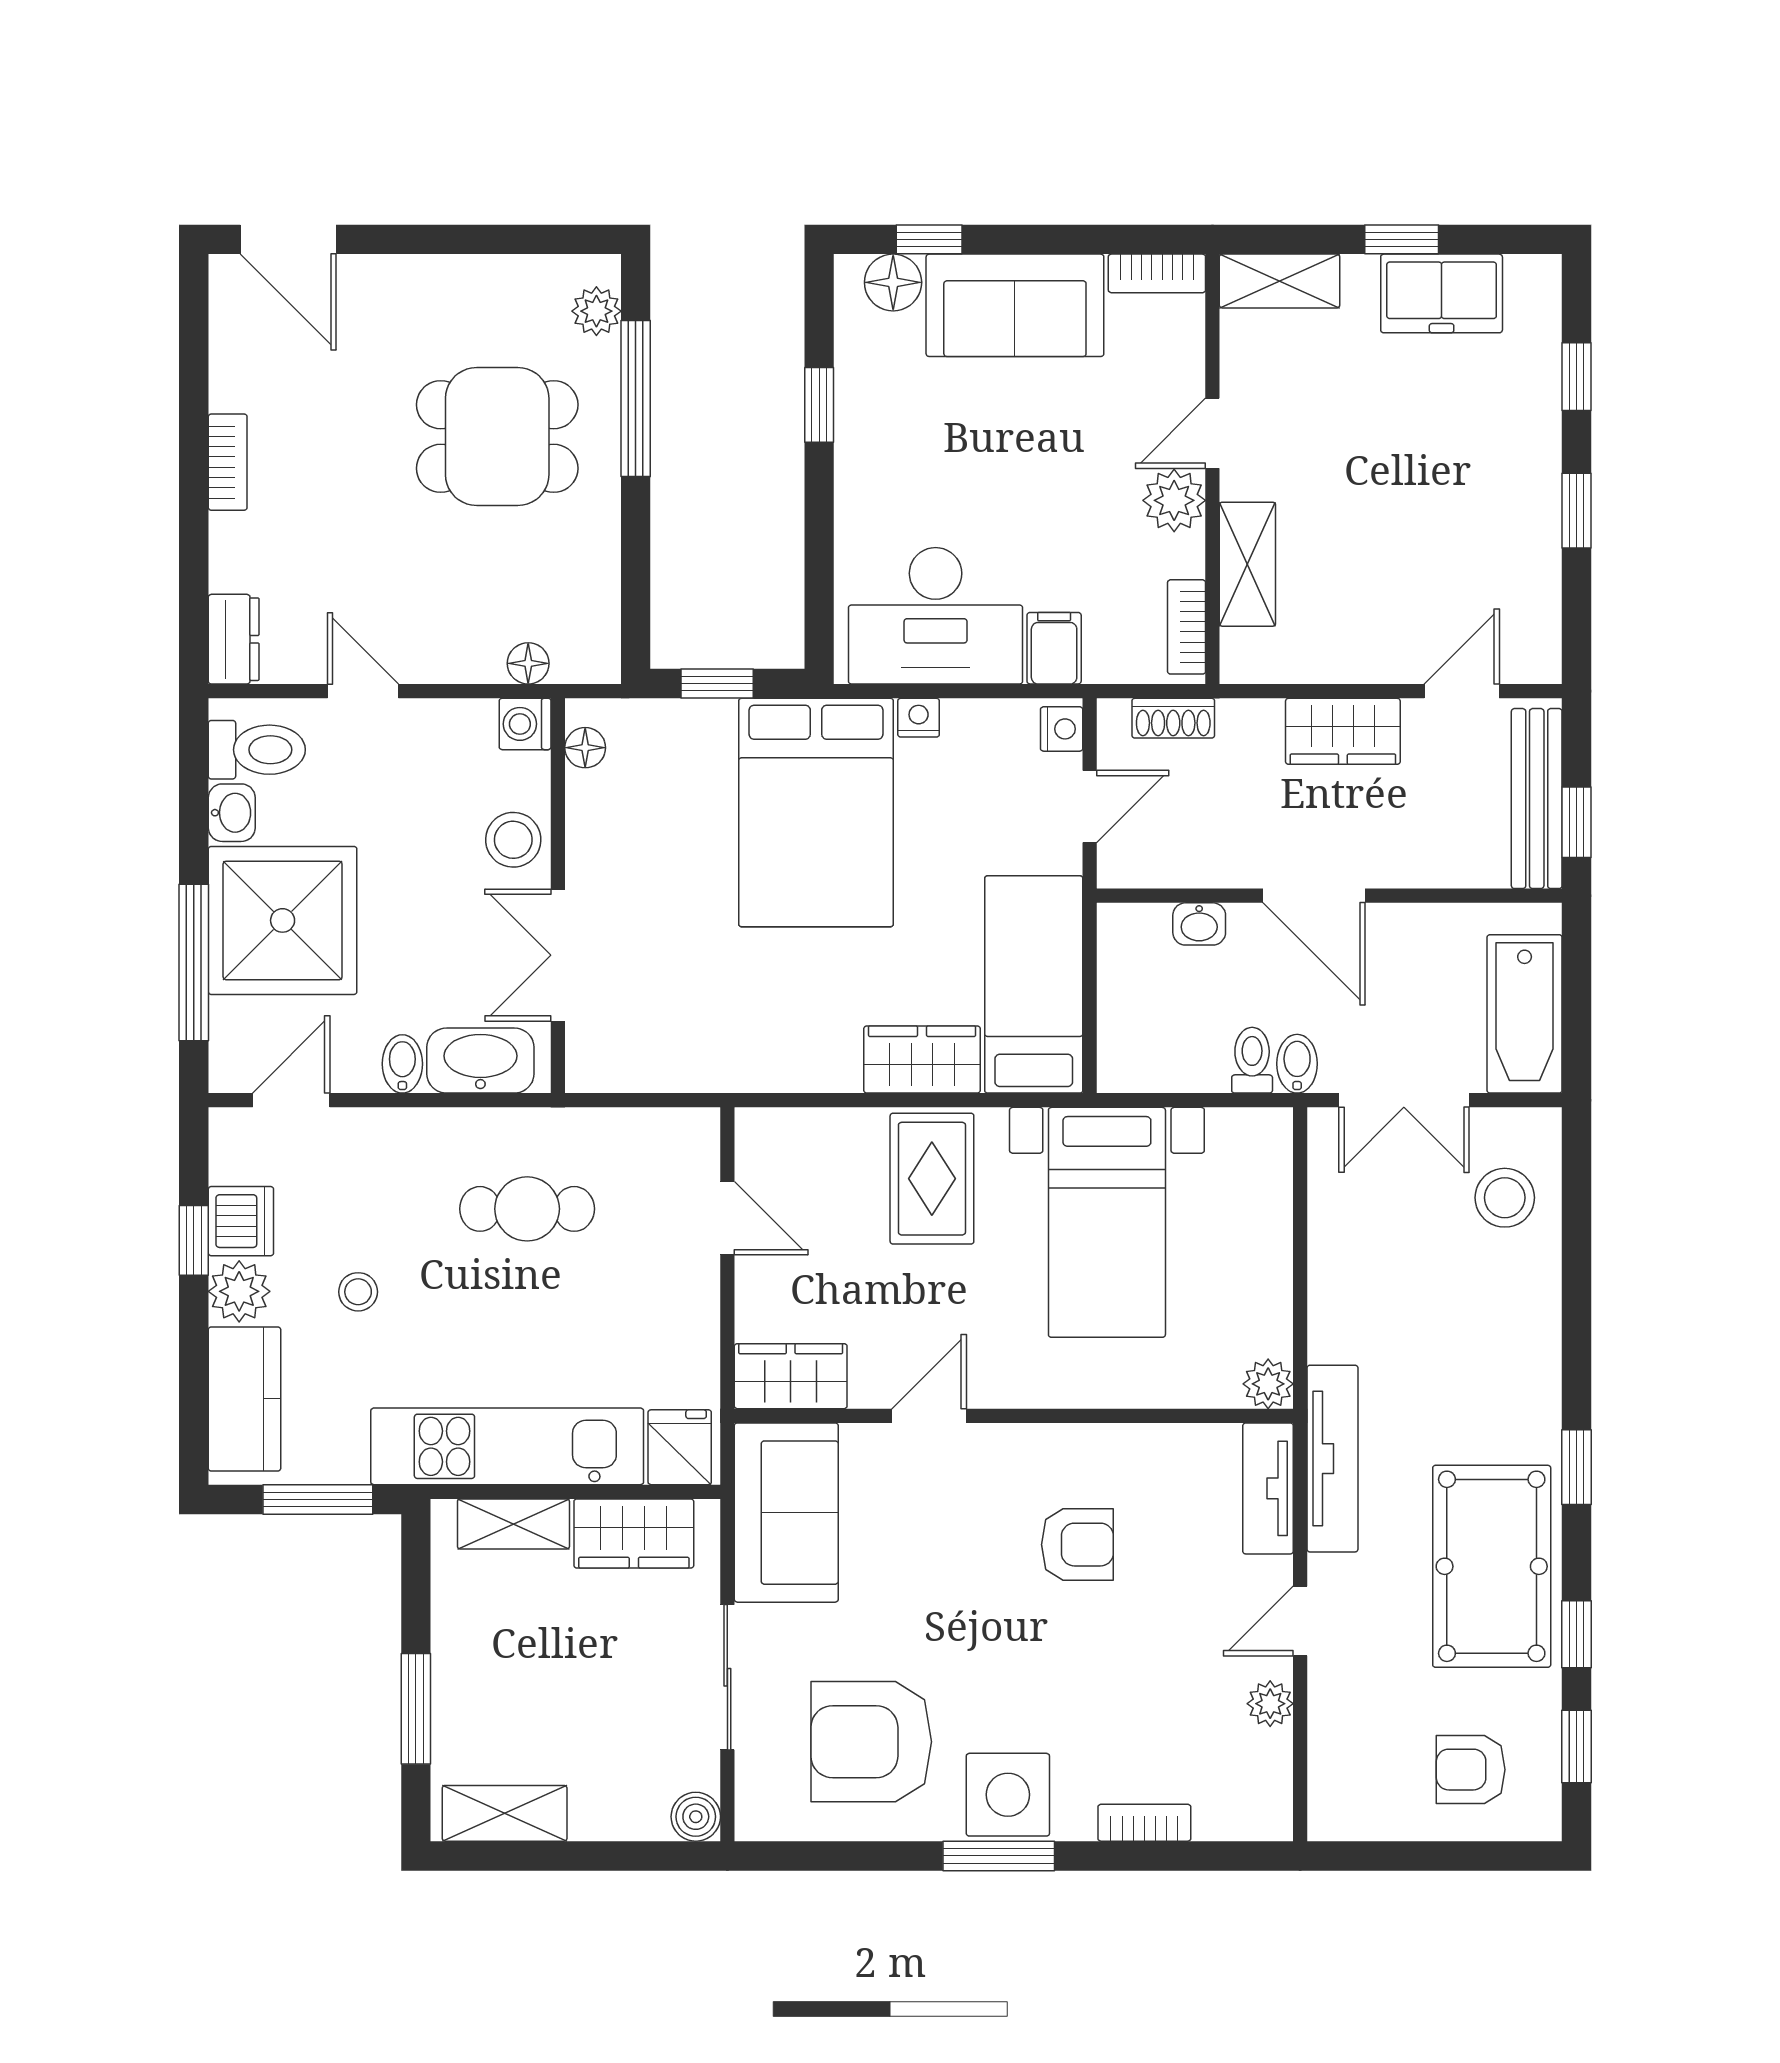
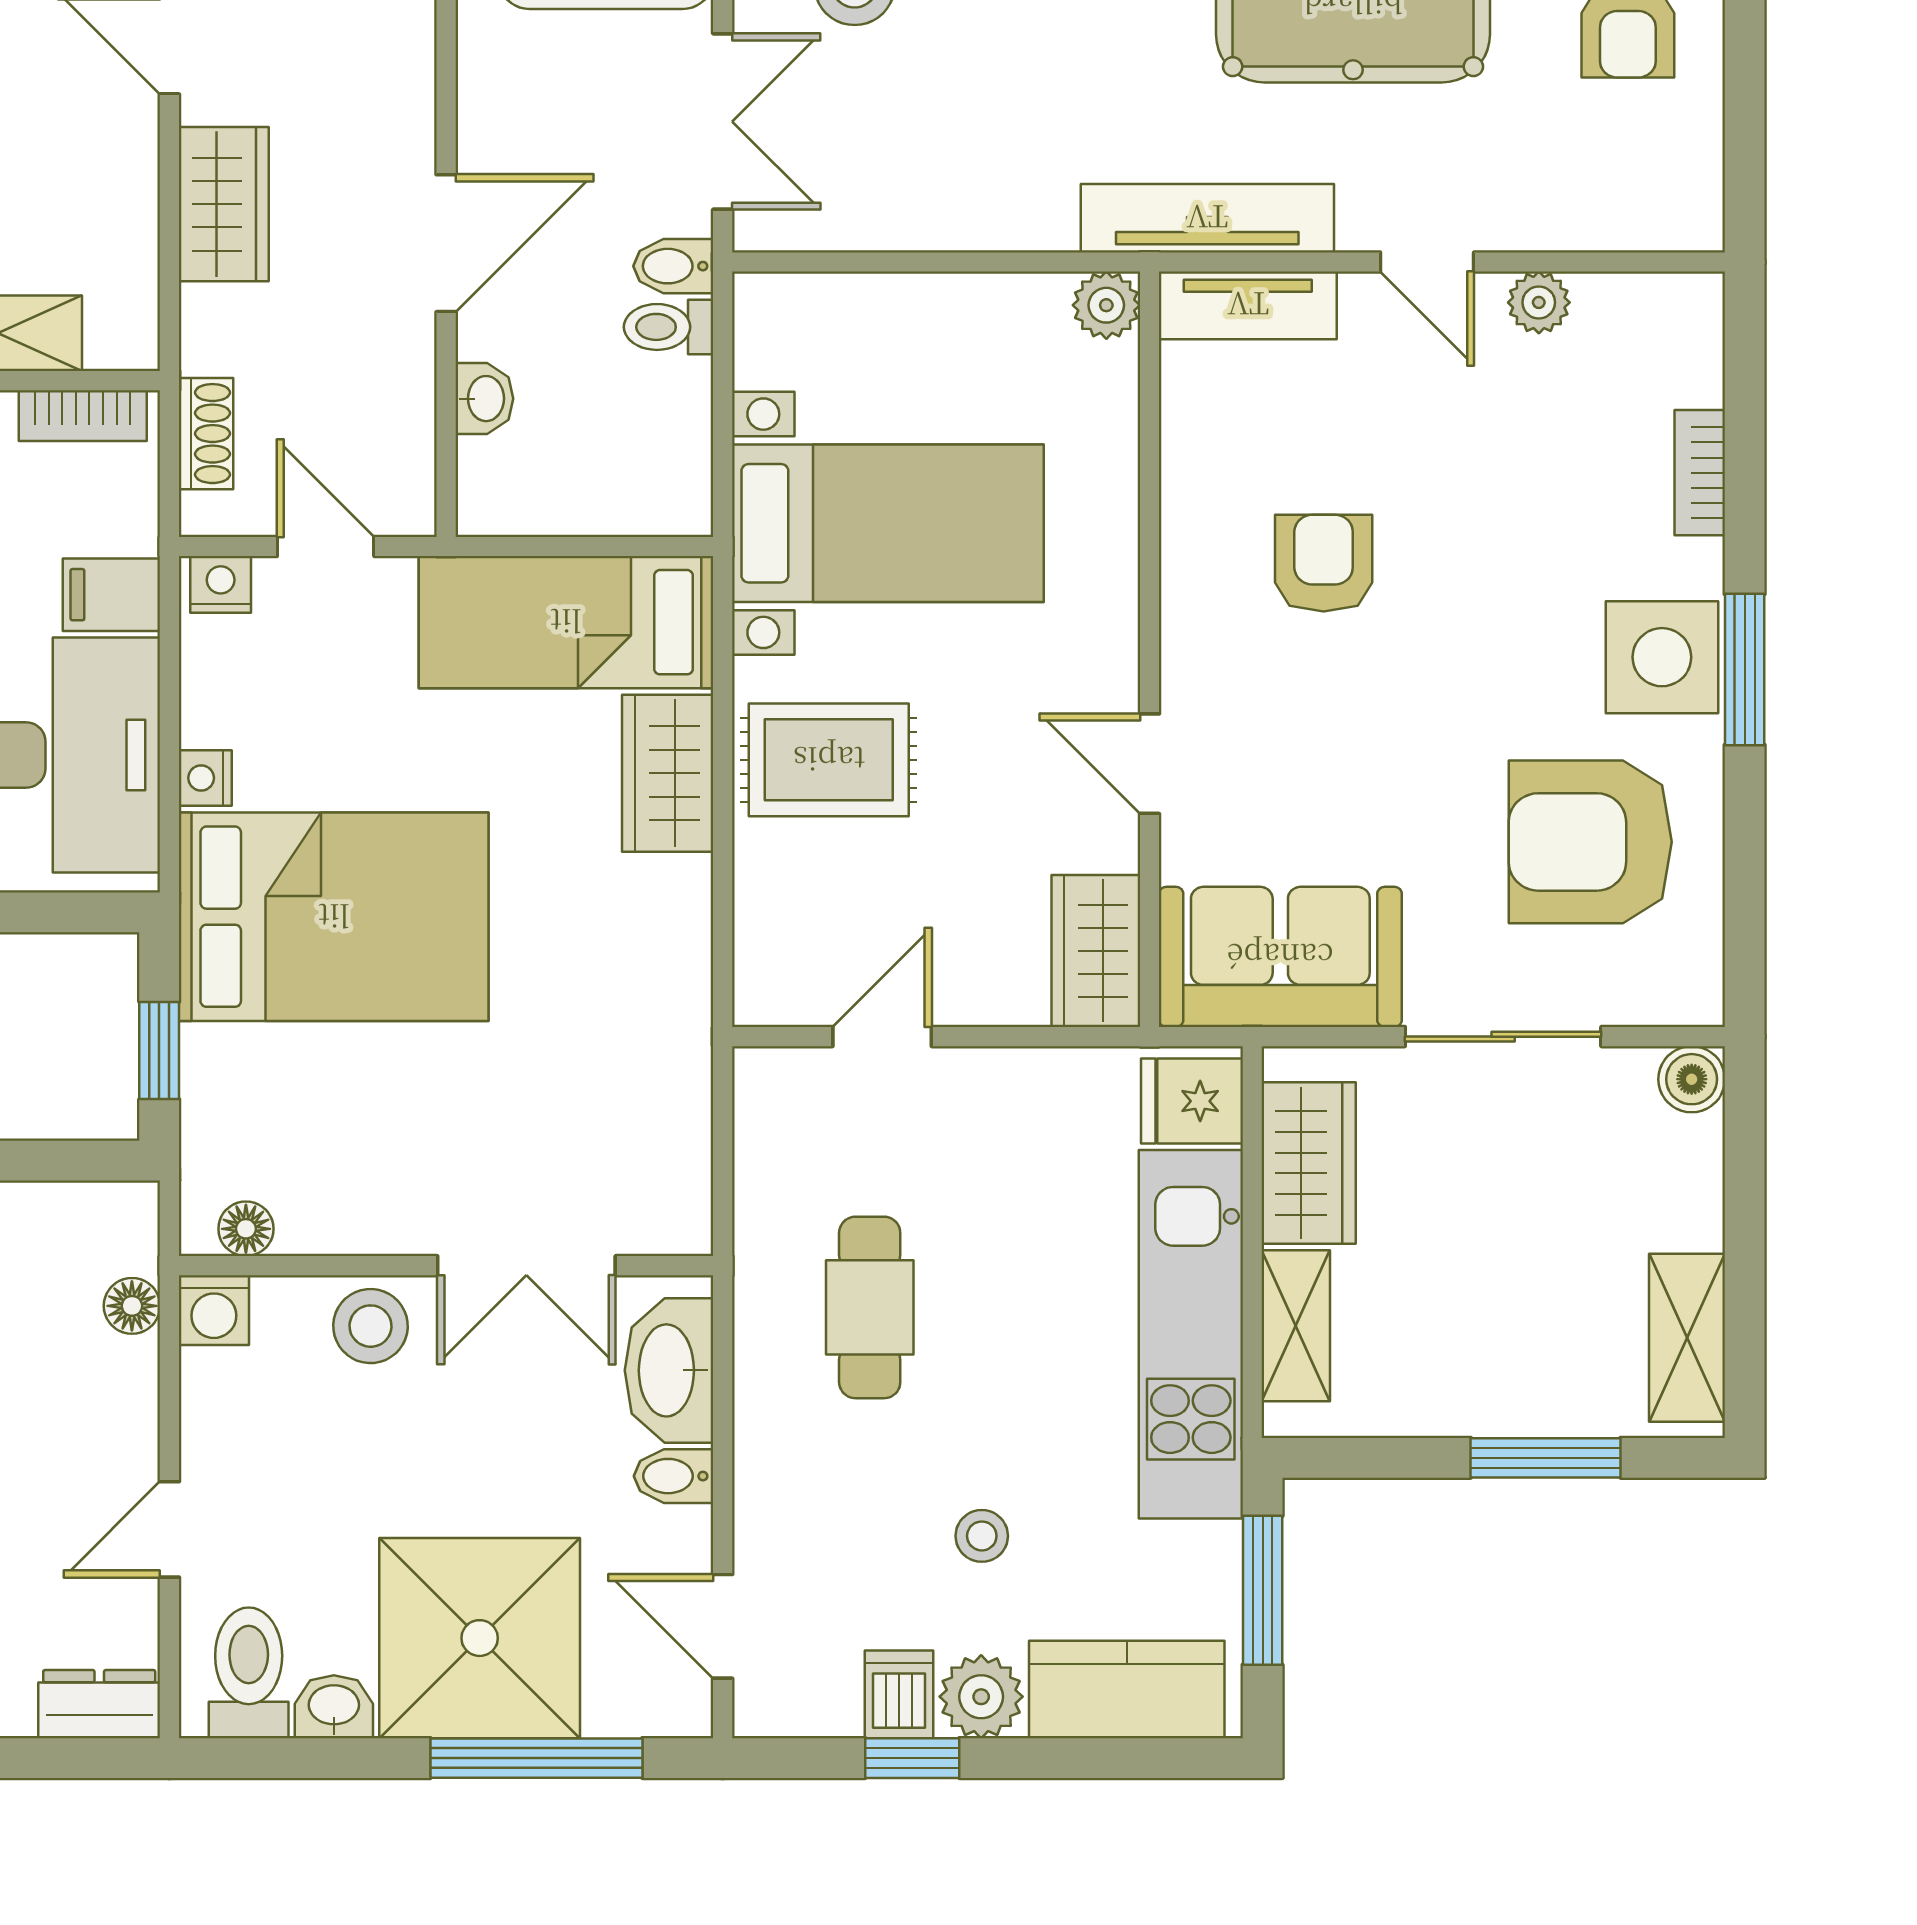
dishwasher: (241, 1221) -> (899, 1694), width x0.73
armchair: (871, 1742) -> (1590, 842), turned 90

